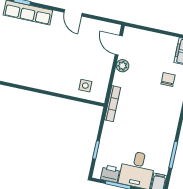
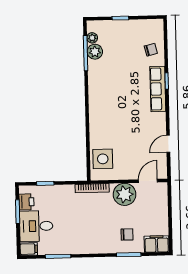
door: (73, 13) -> (168, 144), moved
plant: (122, 66) -> (125, 194), width x1.88, depth x1.88
side table: (85, 86) -> (103, 159), width x1.87, depth x1.87

